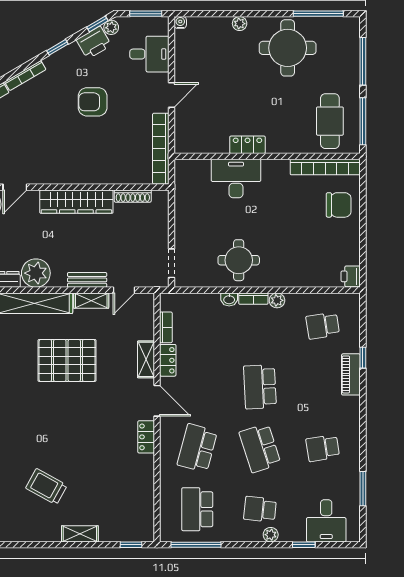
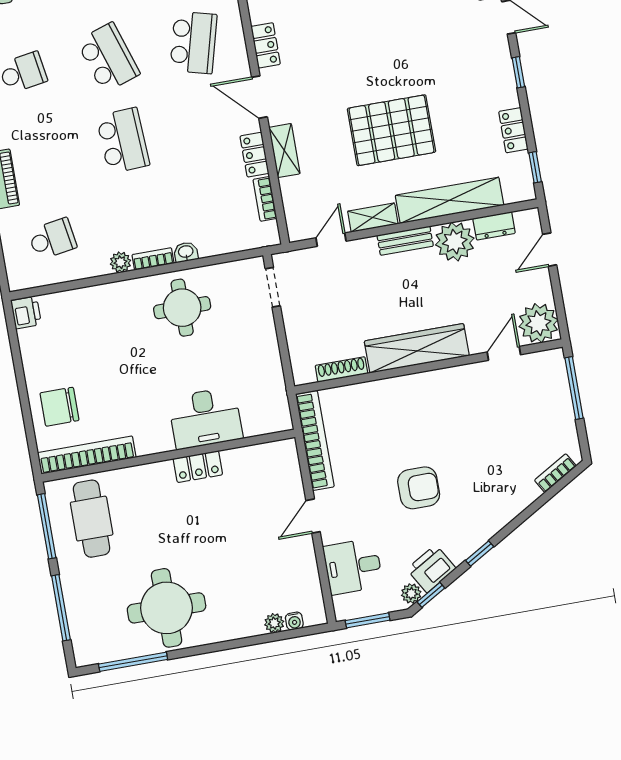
water cooler: (180, 22) -> (294, 621), moved
plant: (240, 24) -> (274, 623), moved
bookcase: (25, 76) -> (516, 507), removed
bench: (87, 280) -> (405, 241), moved

